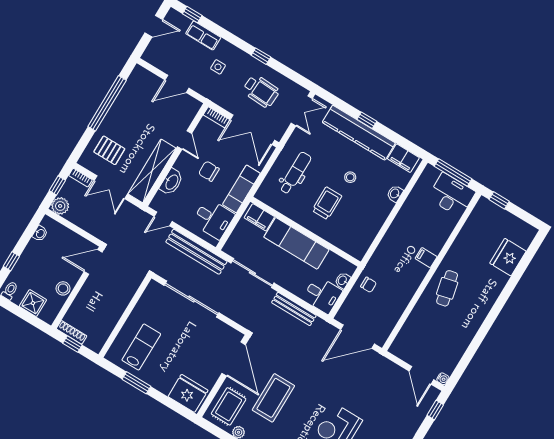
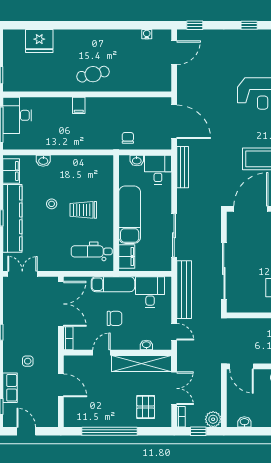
wheelchair: (261, 91) -> (26, 316), removed
chair: (209, 171) -> (114, 318), turned -90
dental chair: (295, 173) -> (92, 251), moved
washbasin: (172, 182) -> (146, 345), width x0.52, depth x0.69
bench: (294, 309) -> (183, 167), moved
water cooler: (443, 379) -> (147, 34), moved

